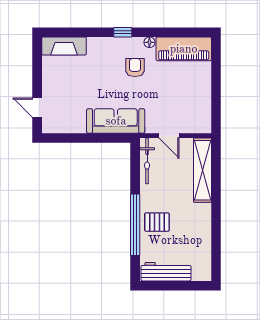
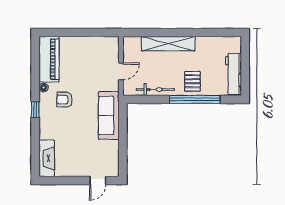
bicycle: (147, 161) -> (155, 90), moved
shelving: (203, 170) -> (168, 44), moved

